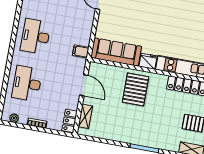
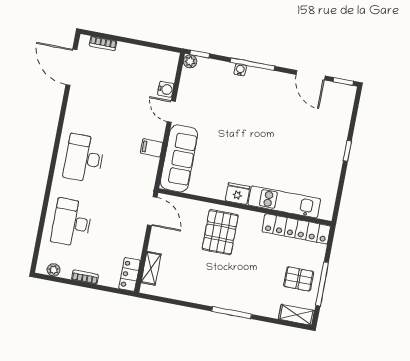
filing cabinet: (81, 51) -> (152, 148), moved
sofa: (116, 52) -> (179, 158), moved, turned 90
door: (84, 85) -> (152, 211), moved

